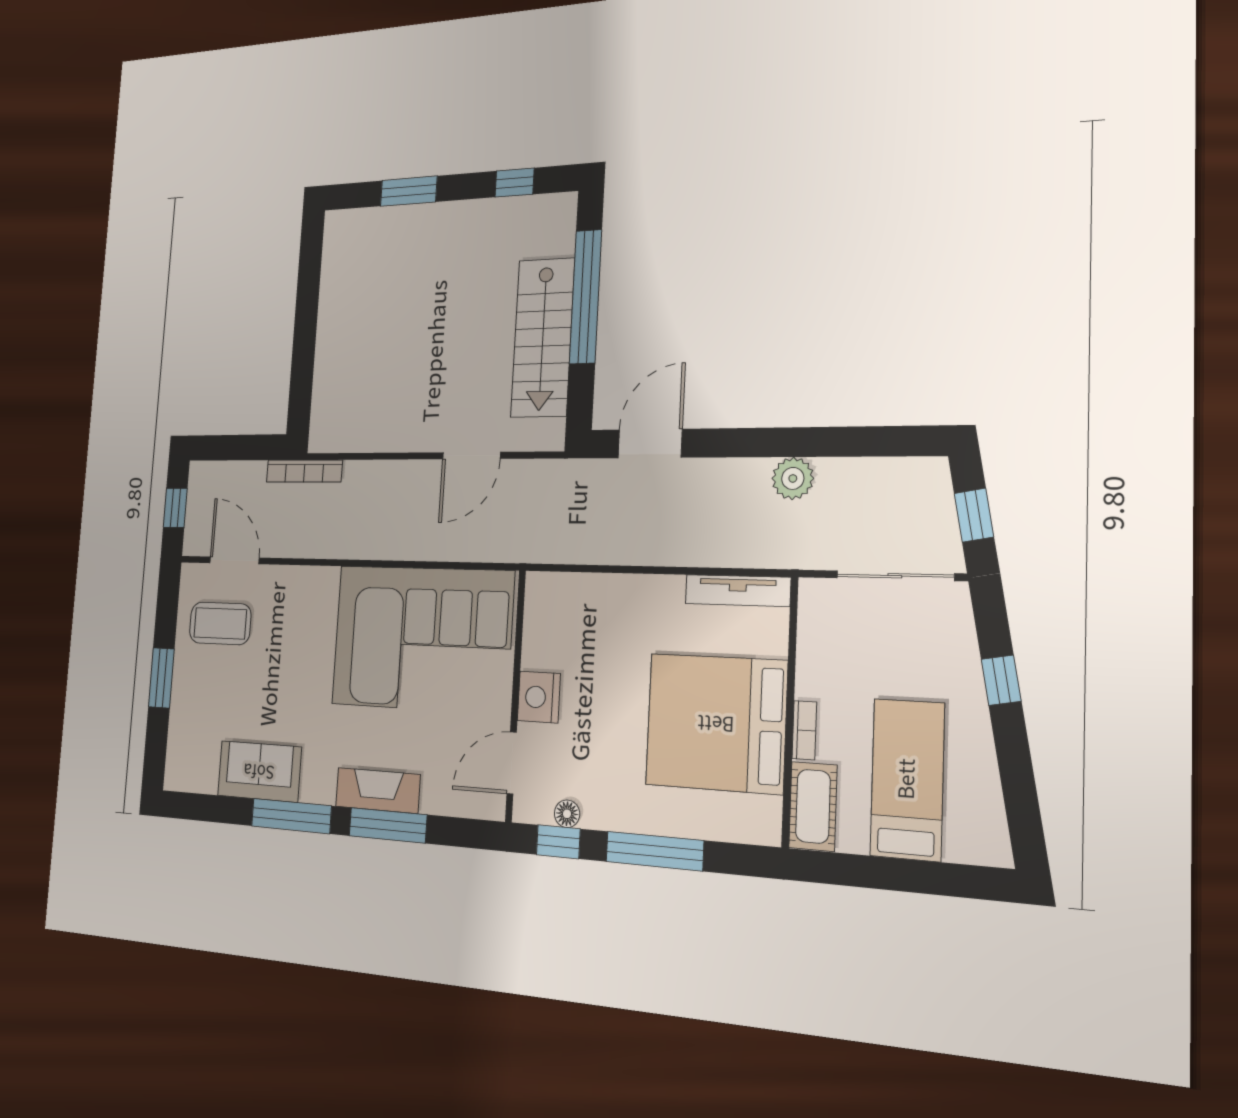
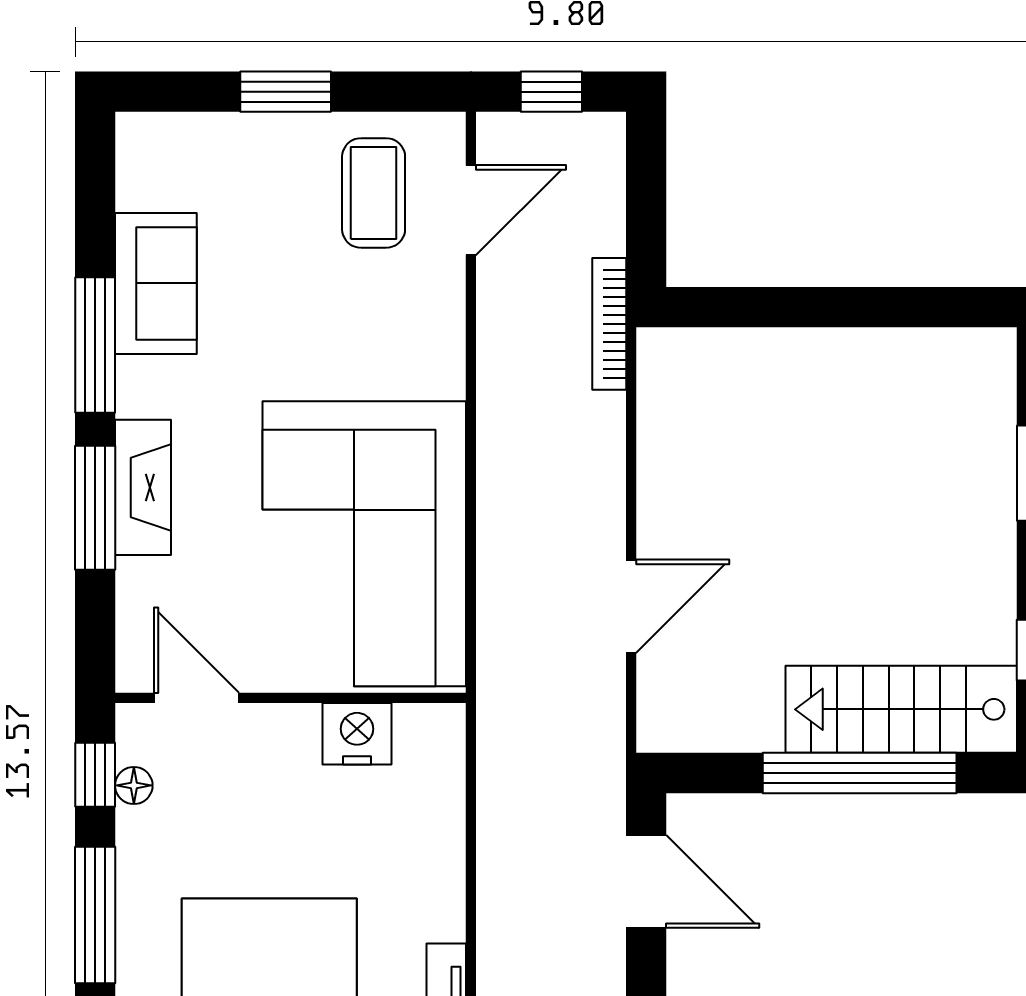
stairs: (543, 338) -> (901, 709), moved
door: (471, 456) -> (631, 606), swing flipped
nightstand: (539, 697) -> (357, 734), moved

